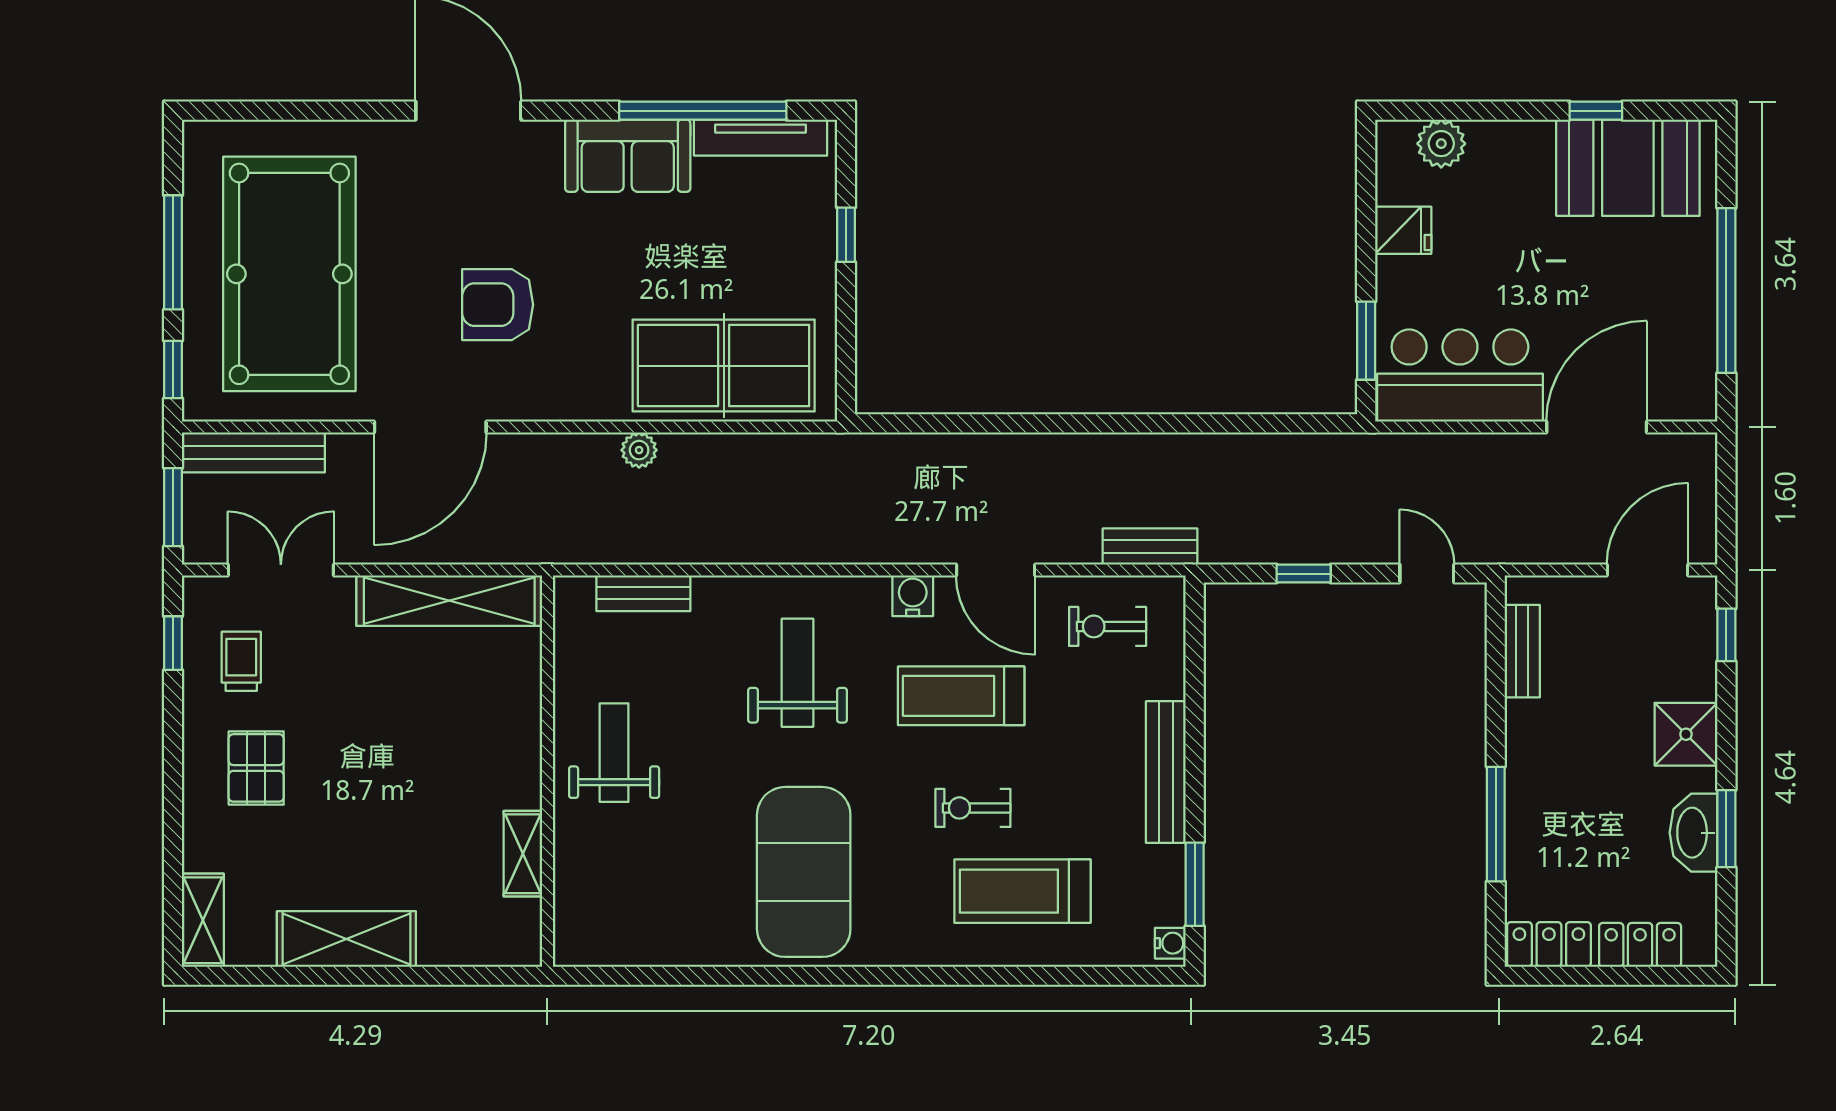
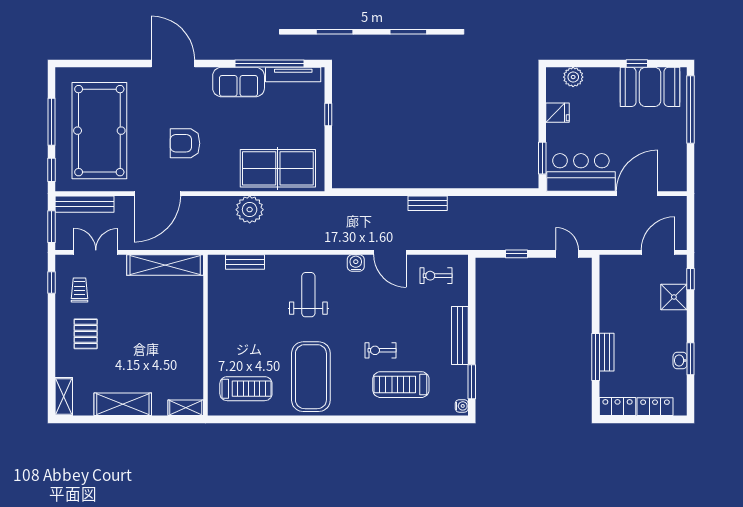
window: (1726, 290) -> (690, 110), moved
plant: (639, 450) -> (250, 210), width x1.88, depth x1.88
bench: (1150, 547) -> (428, 203), moved
bench: (1522, 651) -> (607, 352), moved
treadmill: (961, 696) -> (246, 389), moved, turned 180
shower: (1686, 734) -> (674, 297), moved
weight bench: (614, 753) -> (233, 328), removed
washbasin: (1694, 833) -> (680, 360), width x0.52, depth x0.69
shelving: (523, 854) -> (186, 408), moved, turned 90

